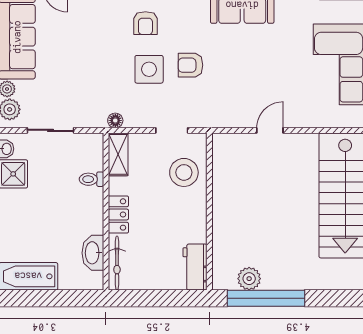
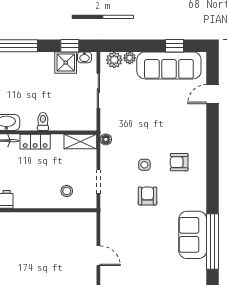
side table: (149, 69) -> (144, 165), width x0.54, depth x0.54
stool: (184, 172) -> (67, 191), width x0.53, depth x0.53
toilet: (91, 179) -> (43, 121), moved

